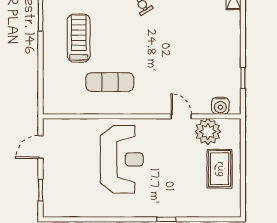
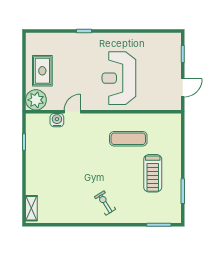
water cooler: (220, 106) -> (57, 120), moved
door: (181, 116) -> (72, 112), swing flipped
plant: (208, 132) -> (36, 100), moved

